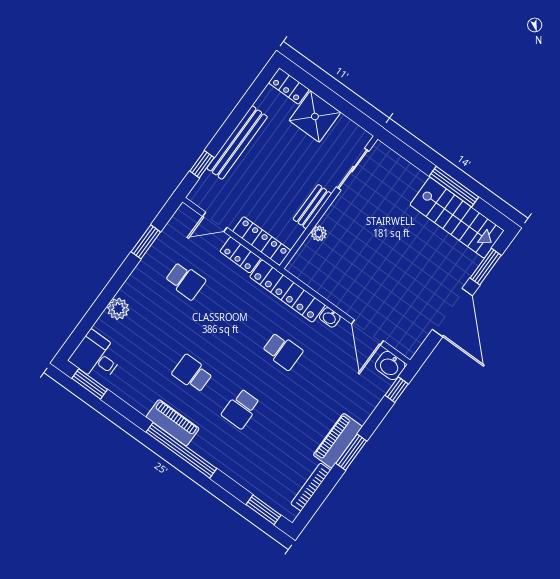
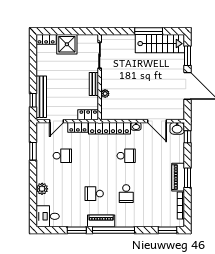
bench: (237, 142) -> (41, 97), moved
locker: (262, 241) -> (88, 115), width x0.66
window: (90, 384) -> (77, 230), moved

